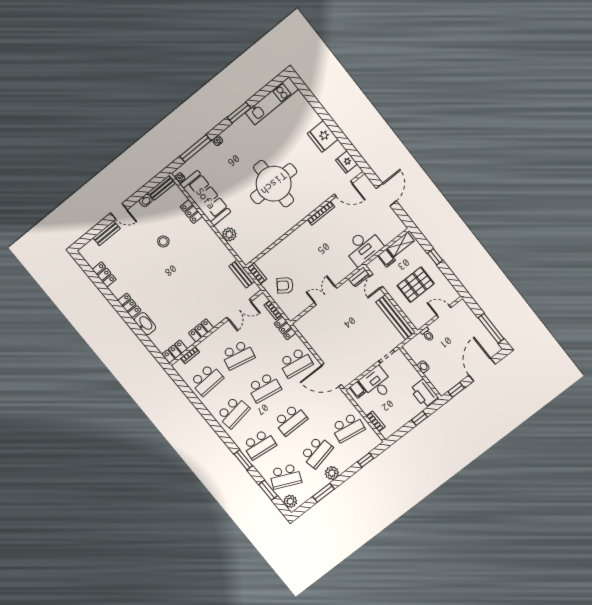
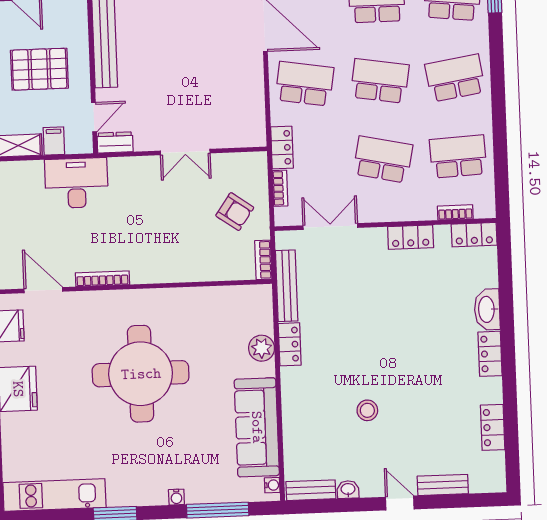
locker: (191, 212) -> (290, 344), moved
bench: (242, 274) -> (287, 286), width x1.36

